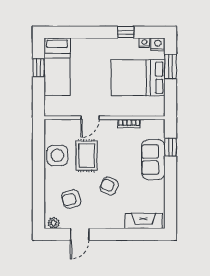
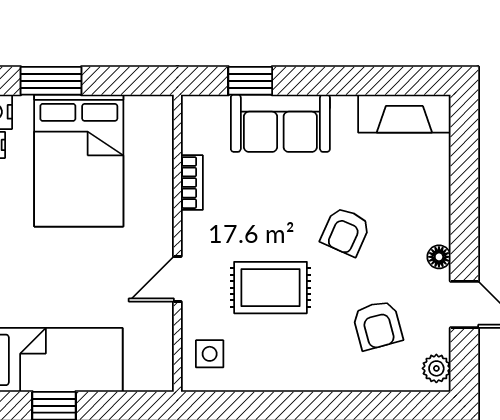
door: (90, 118) -> (177, 279), swing flipped
side table: (57, 155) -> (210, 354), moved, width x0.54, depth x0.54
fireplace: (144, 221) -> (404, 114), moved, turned -90
floor lamp: (99, 224) -> (439, 257), added

